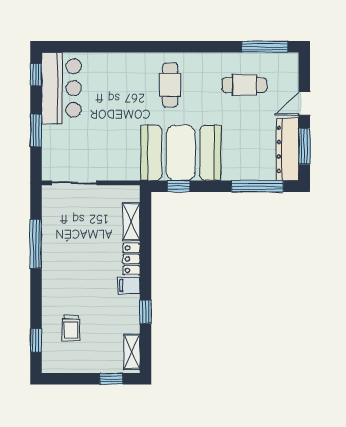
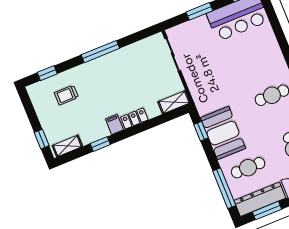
cafe table: (244, 148) -> (248, 168), added
booth: (181, 153) -> (223, 133), width x0.73, depth x0.70
shelving: (131, 222) -> (174, 102), moved
window: (36, 244) -> (100, 52), moved

